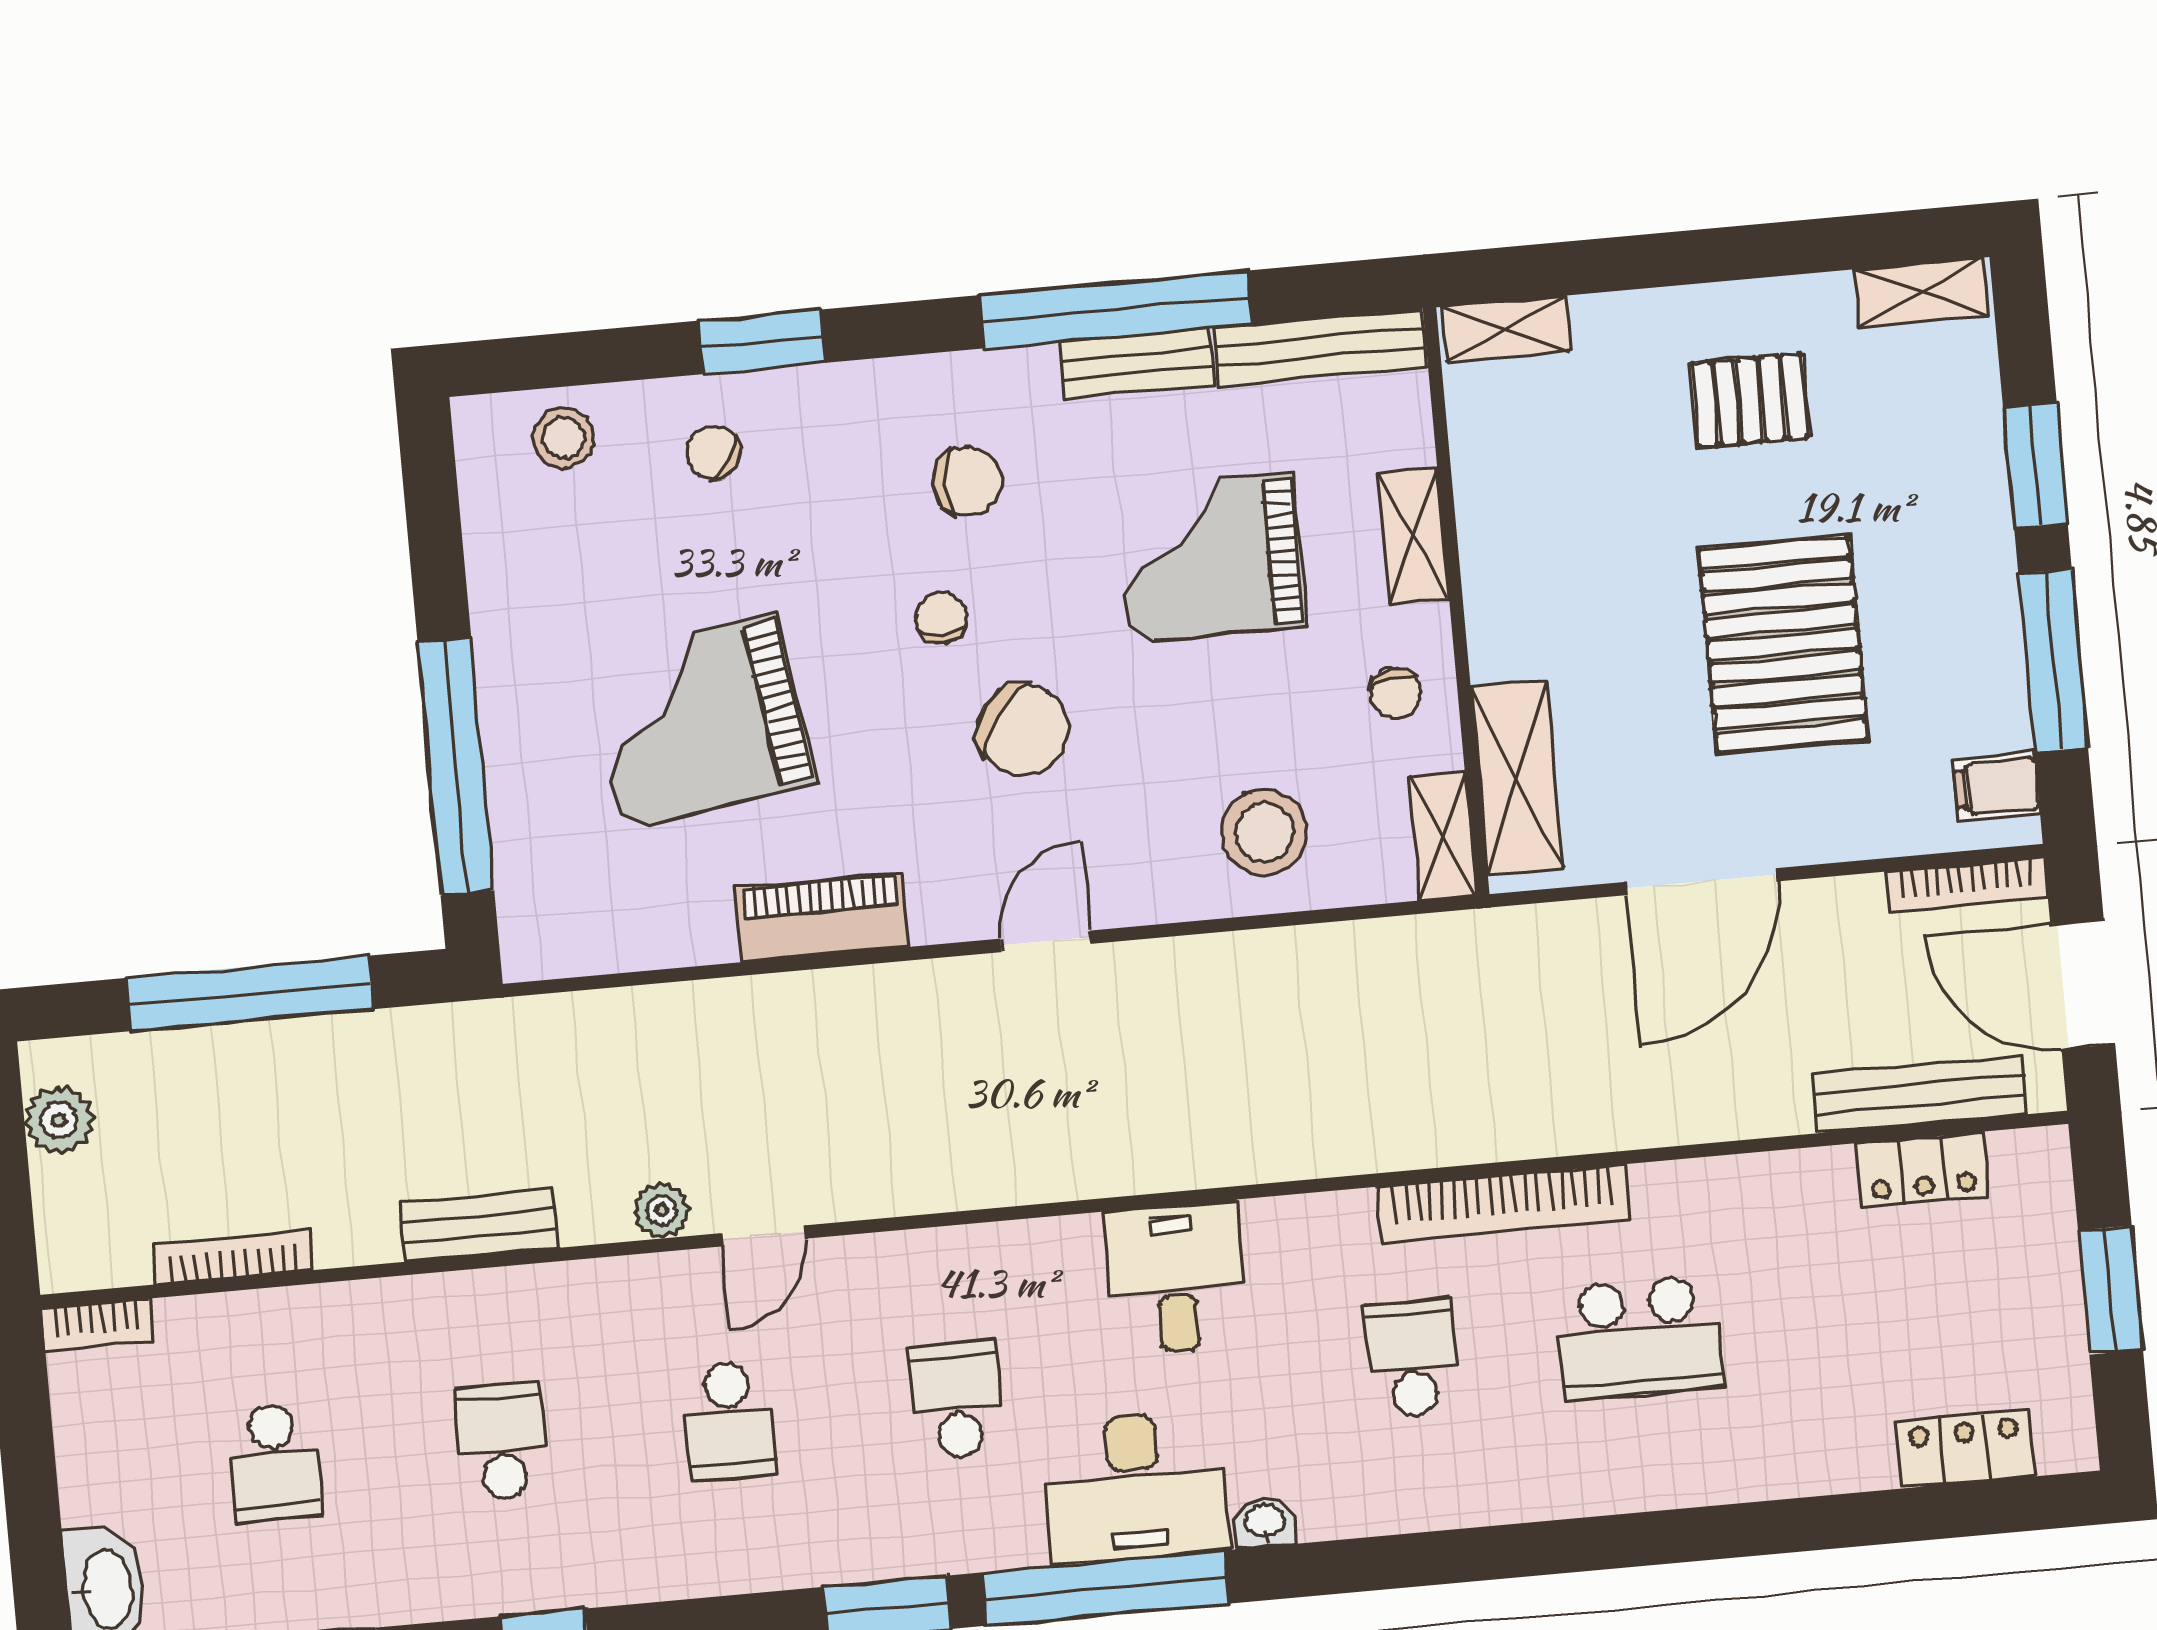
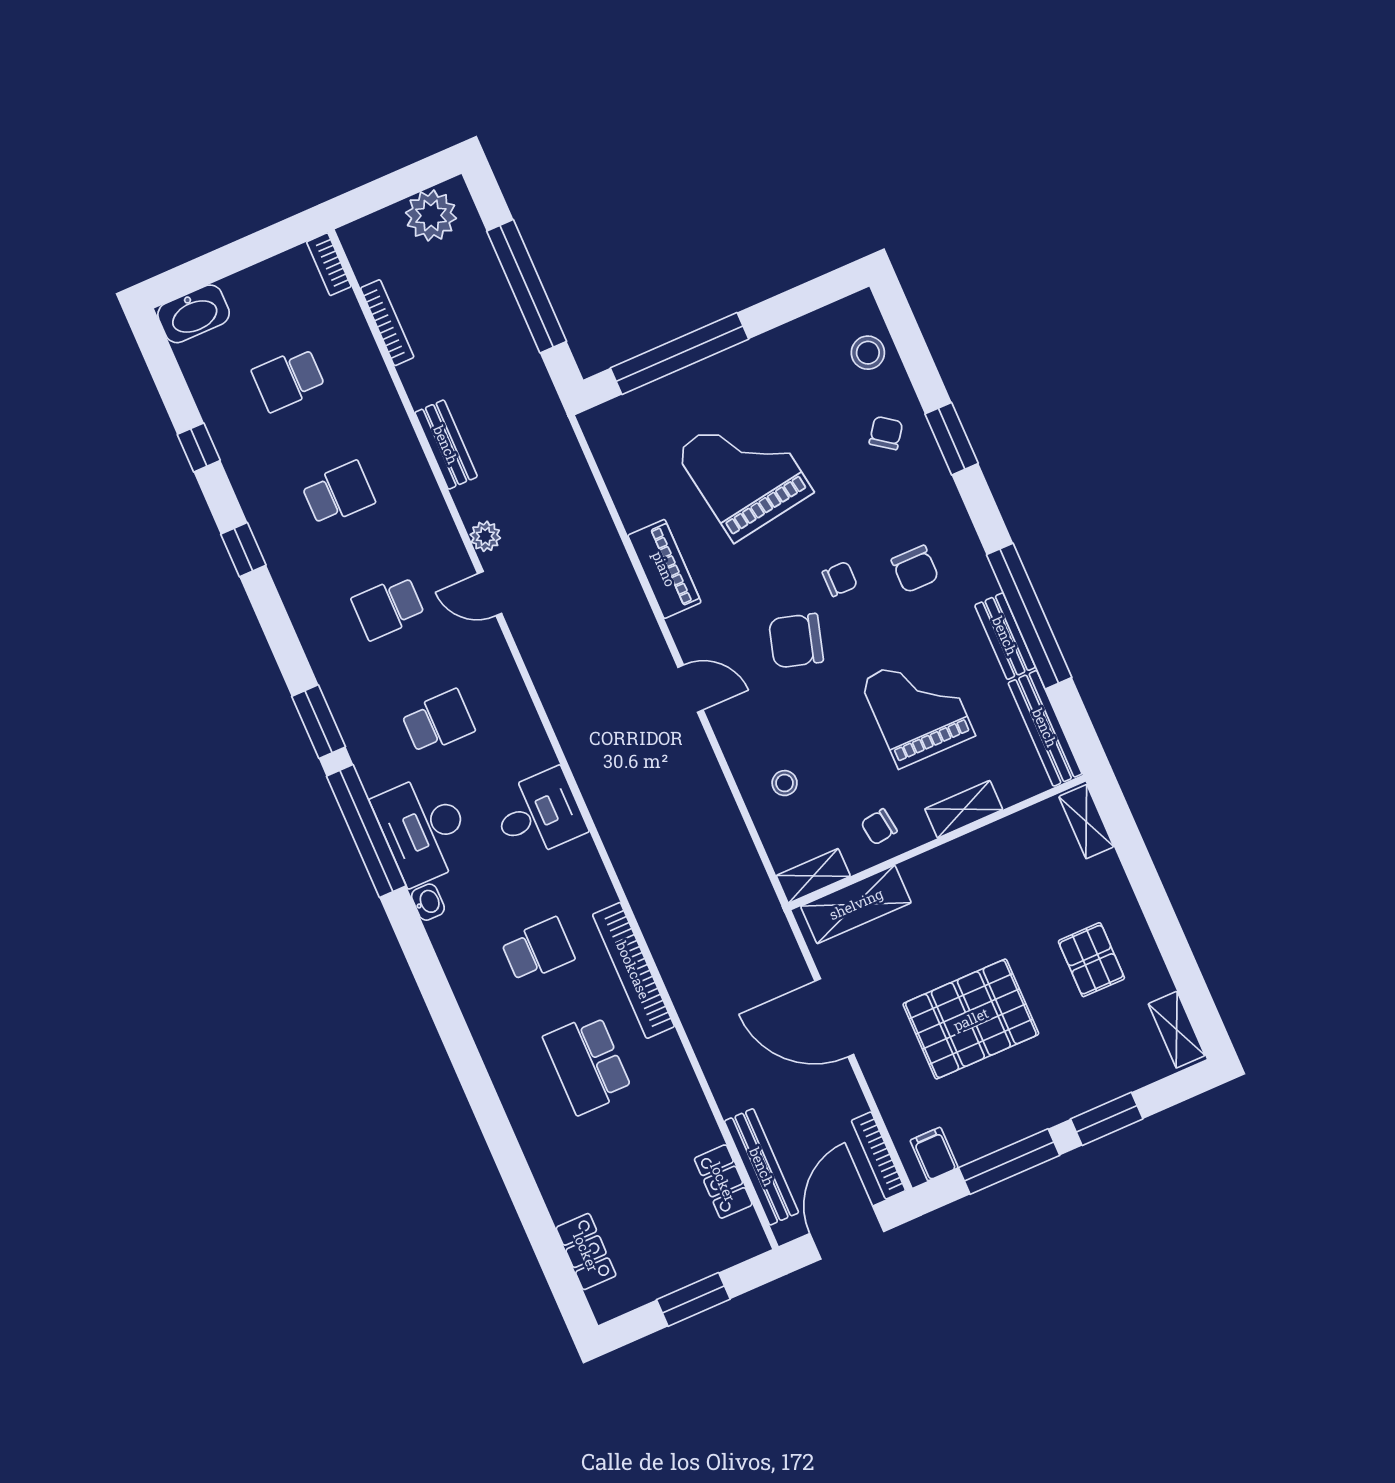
chair: (1023, 730) -> (796, 641), turned 70
stool: (1264, 832) -> (785, 783), width x0.53, depth x0.53
plant: (59, 1120) -> (431, 215), width x1.36, depth x1.36

